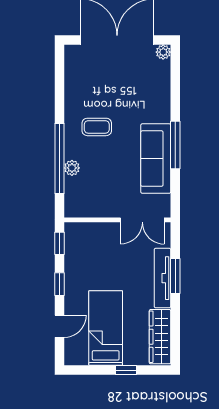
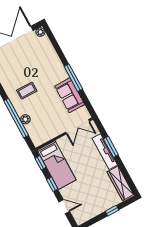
sofa: (156, 159) -> (70, 95), width x0.73
door: (60, 326) -> (64, 207), hinge flipped
bed: (106, 328) -> (57, 165), moved, turned 180

